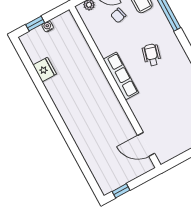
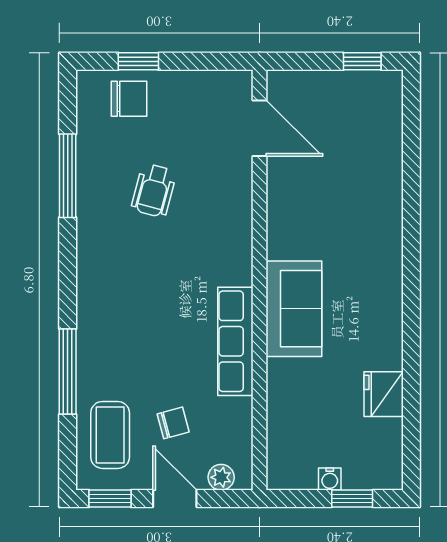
wheelchair: (152, 55) -> (154, 191), moved
row of seats: (121, 76) -> (235, 341), moved
sofa: (96, 83) -> (294, 309), added

